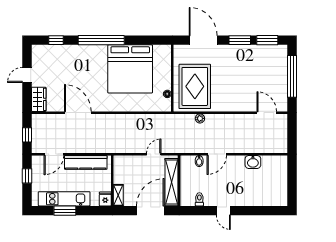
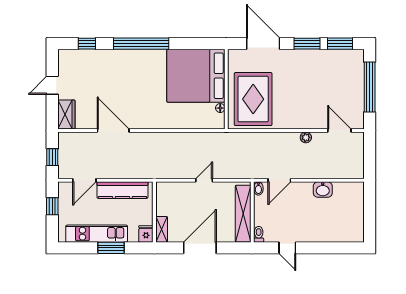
bed: (130, 69) -> (196, 76), moved, turned 90
plant: (200, 118) -> (306, 137), moved
wall: (179, 181) -> (252, 212), moved
shelving: (172, 182) -> (243, 214), moved
window: (65, 211) -> (111, 248), moved

